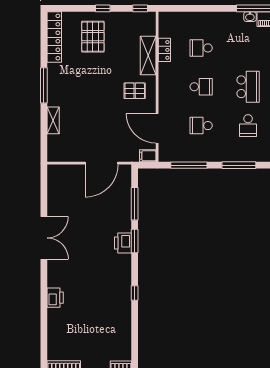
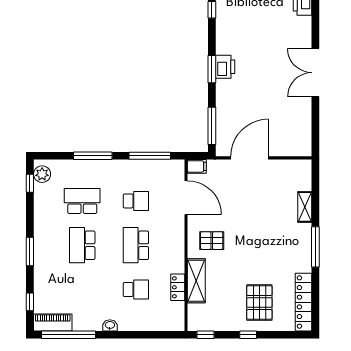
washbasin: (250, 17) -> (110, 325), moved
school desk: (201, 87) -> (136, 245), width x1.85
school desk: (248, 126) -> (82, 201), width x1.85
window: (135, 204) -> (212, 126), moved

